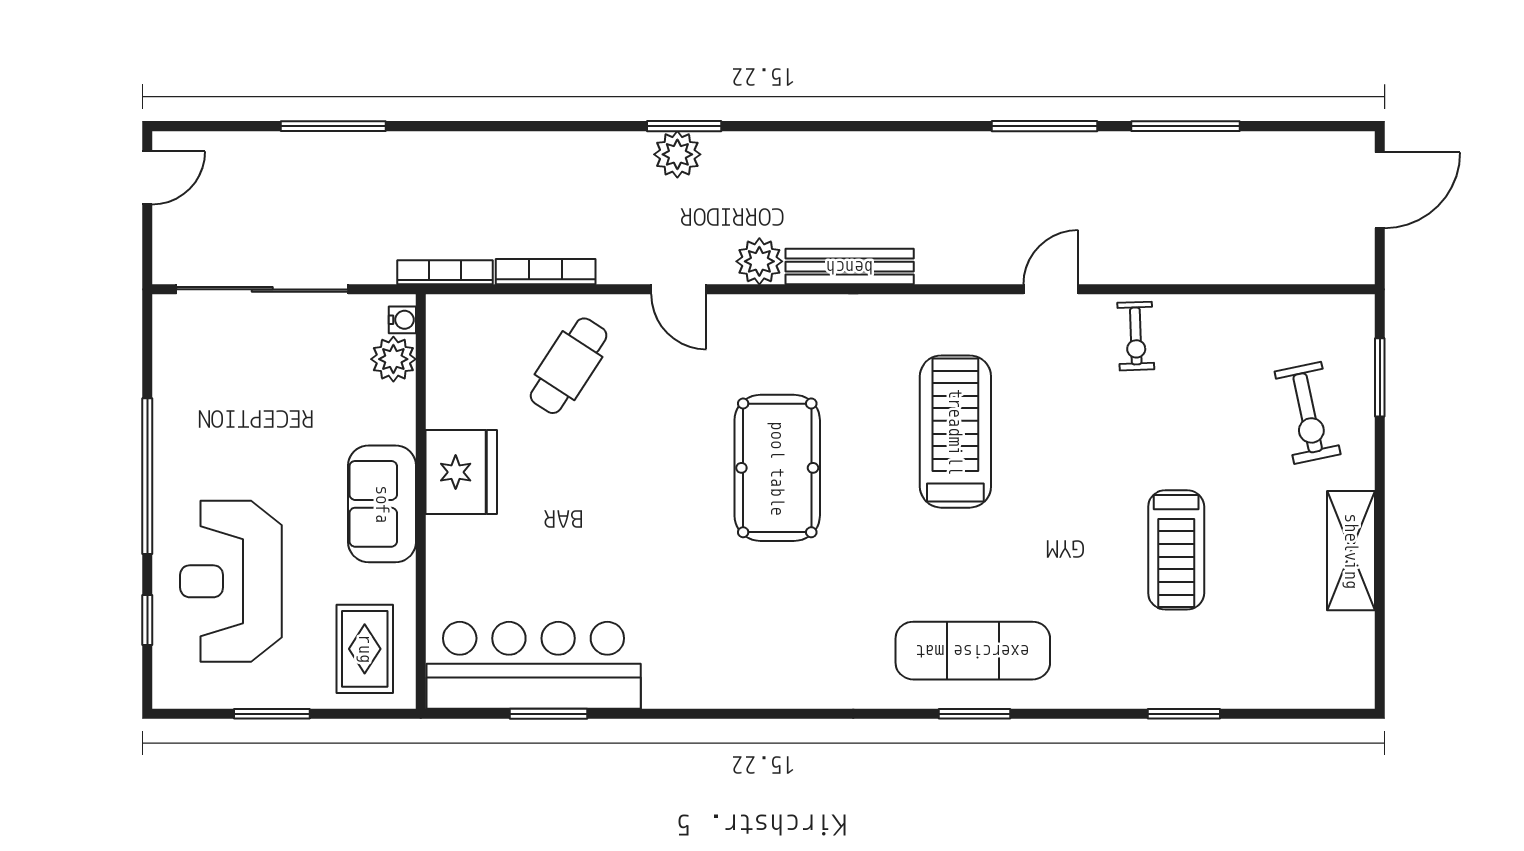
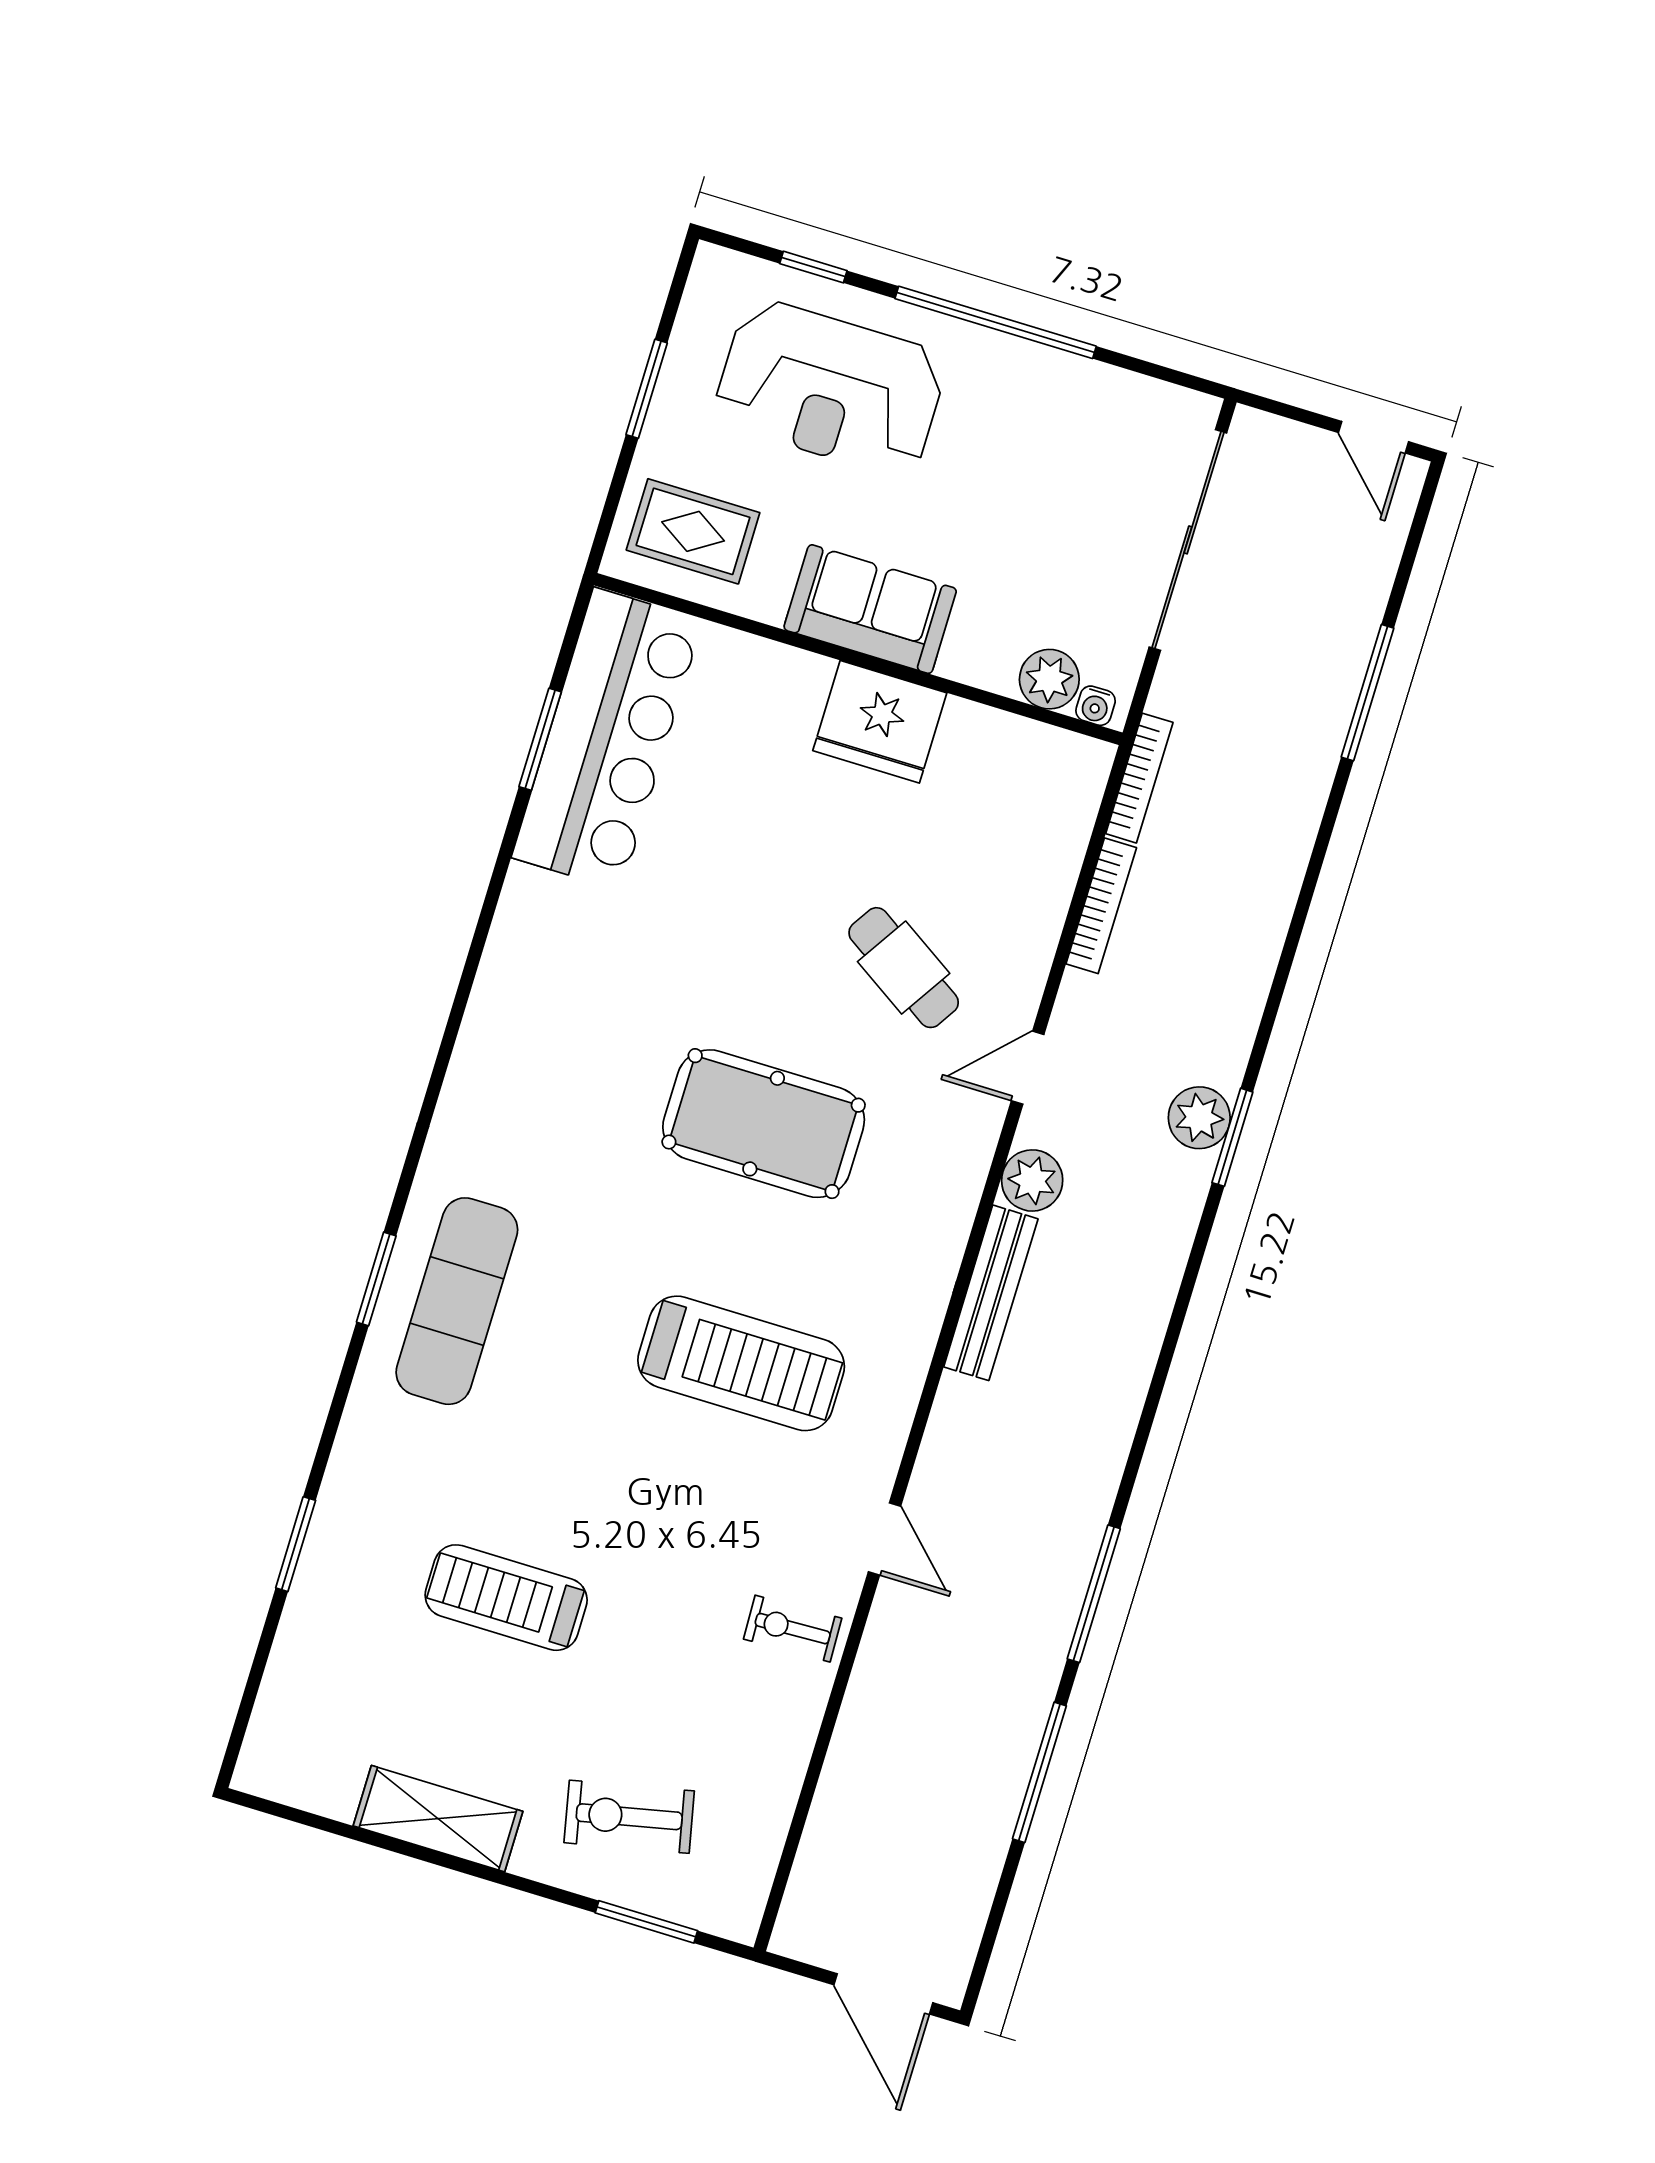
cafe table: (569, 366) -> (904, 968), moved
reception desk: (231, 581) -> (830, 388), turned 180

